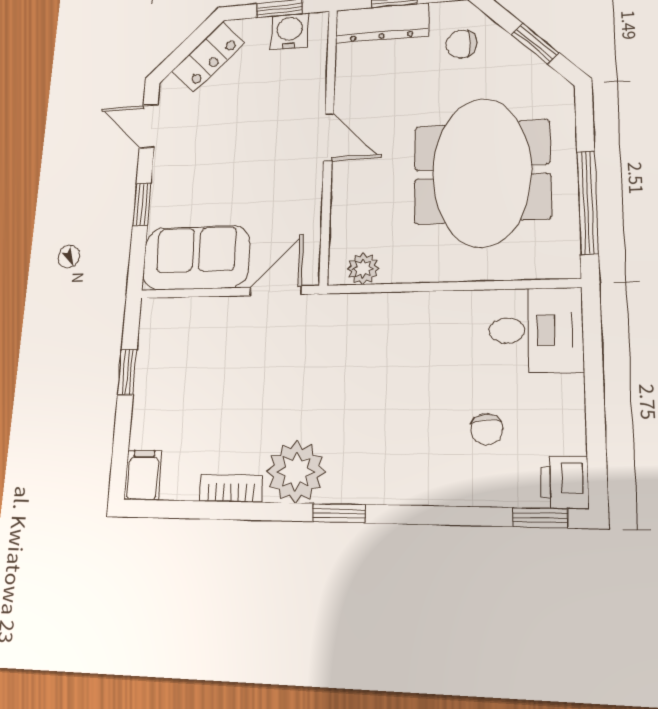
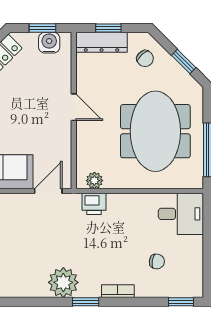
chair: (461, 44) -> (145, 59), turned -132
chair: (487, 429) -> (157, 261), turned -76
printer: (564, 482) -> (94, 204), moved, turned -90
bookcase: (231, 488) -> (118, 291), moved

